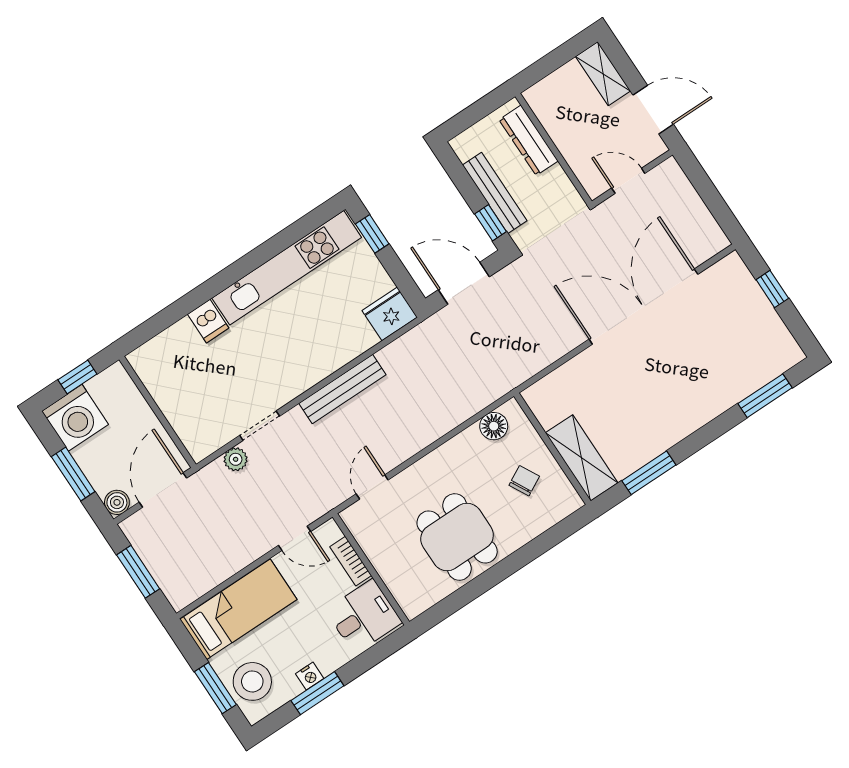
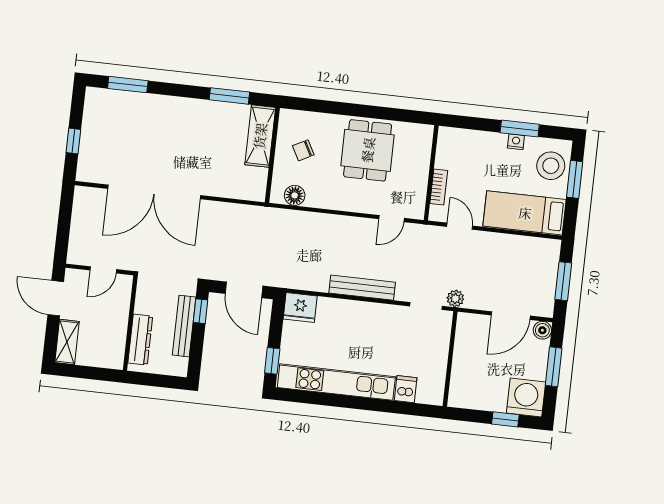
door: (628, 181) -> (103, 270), hinge flipped
wall: (158, 412) -> (450, 359), moved
desk: (364, 616) -> (457, 150), removed

